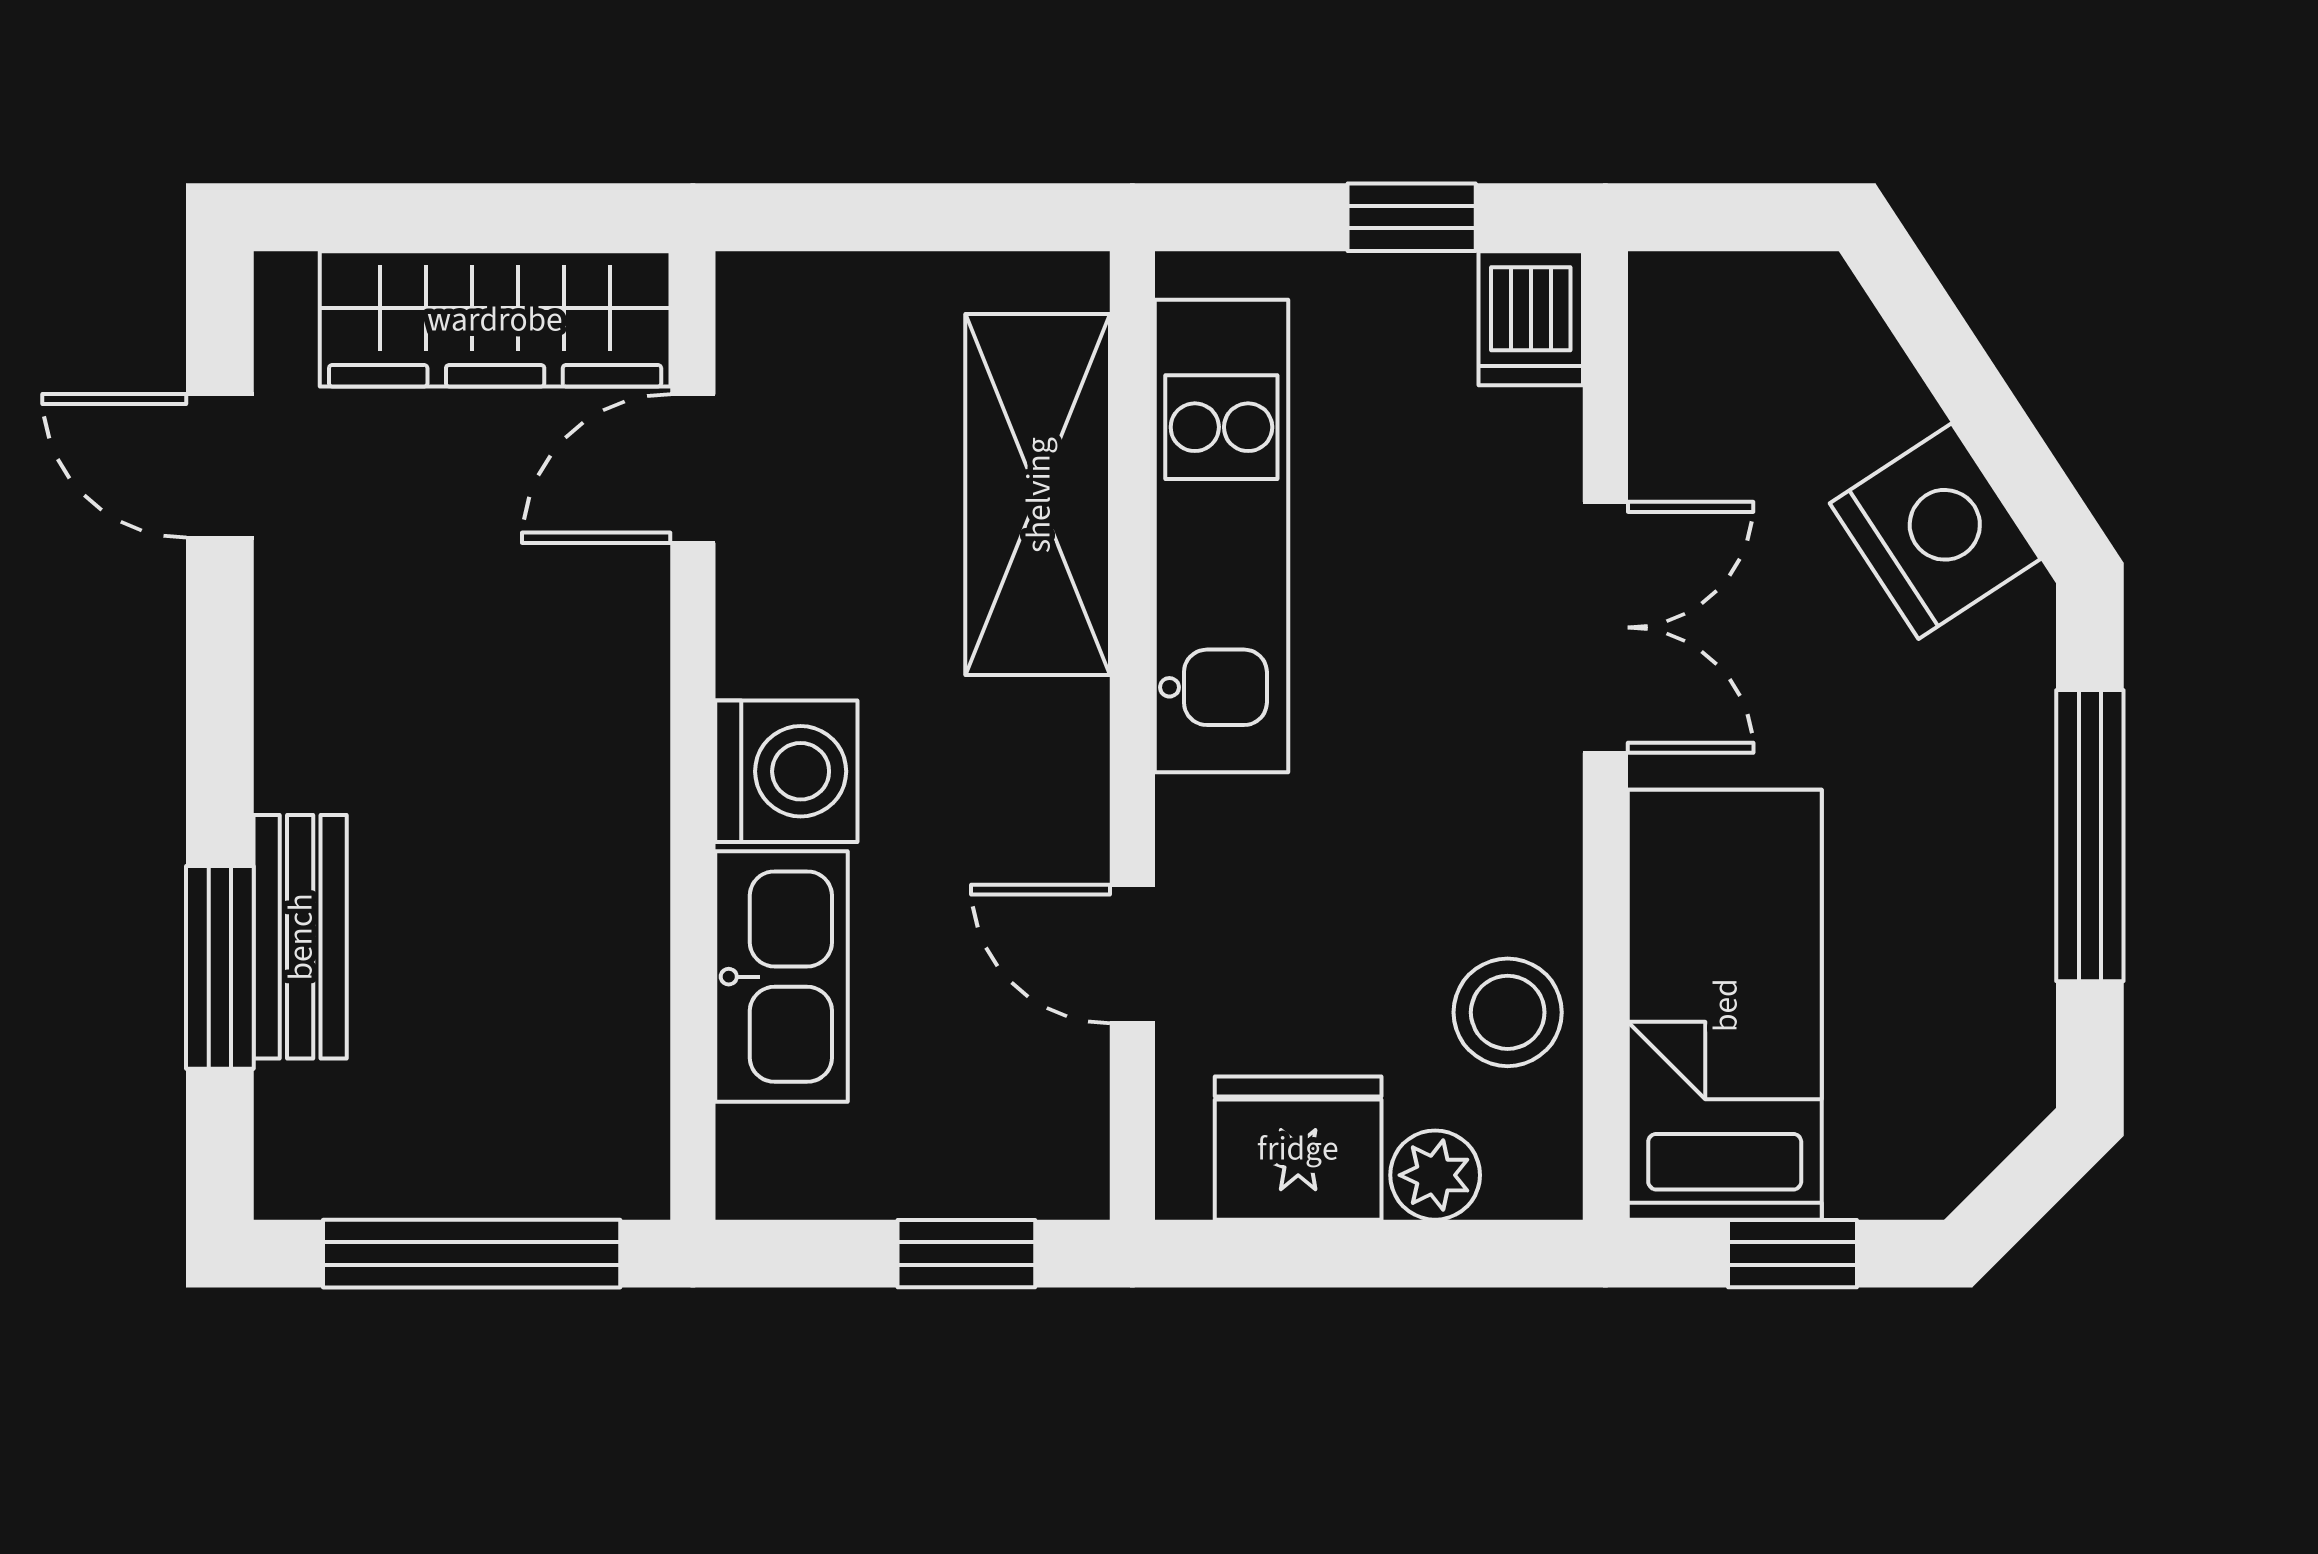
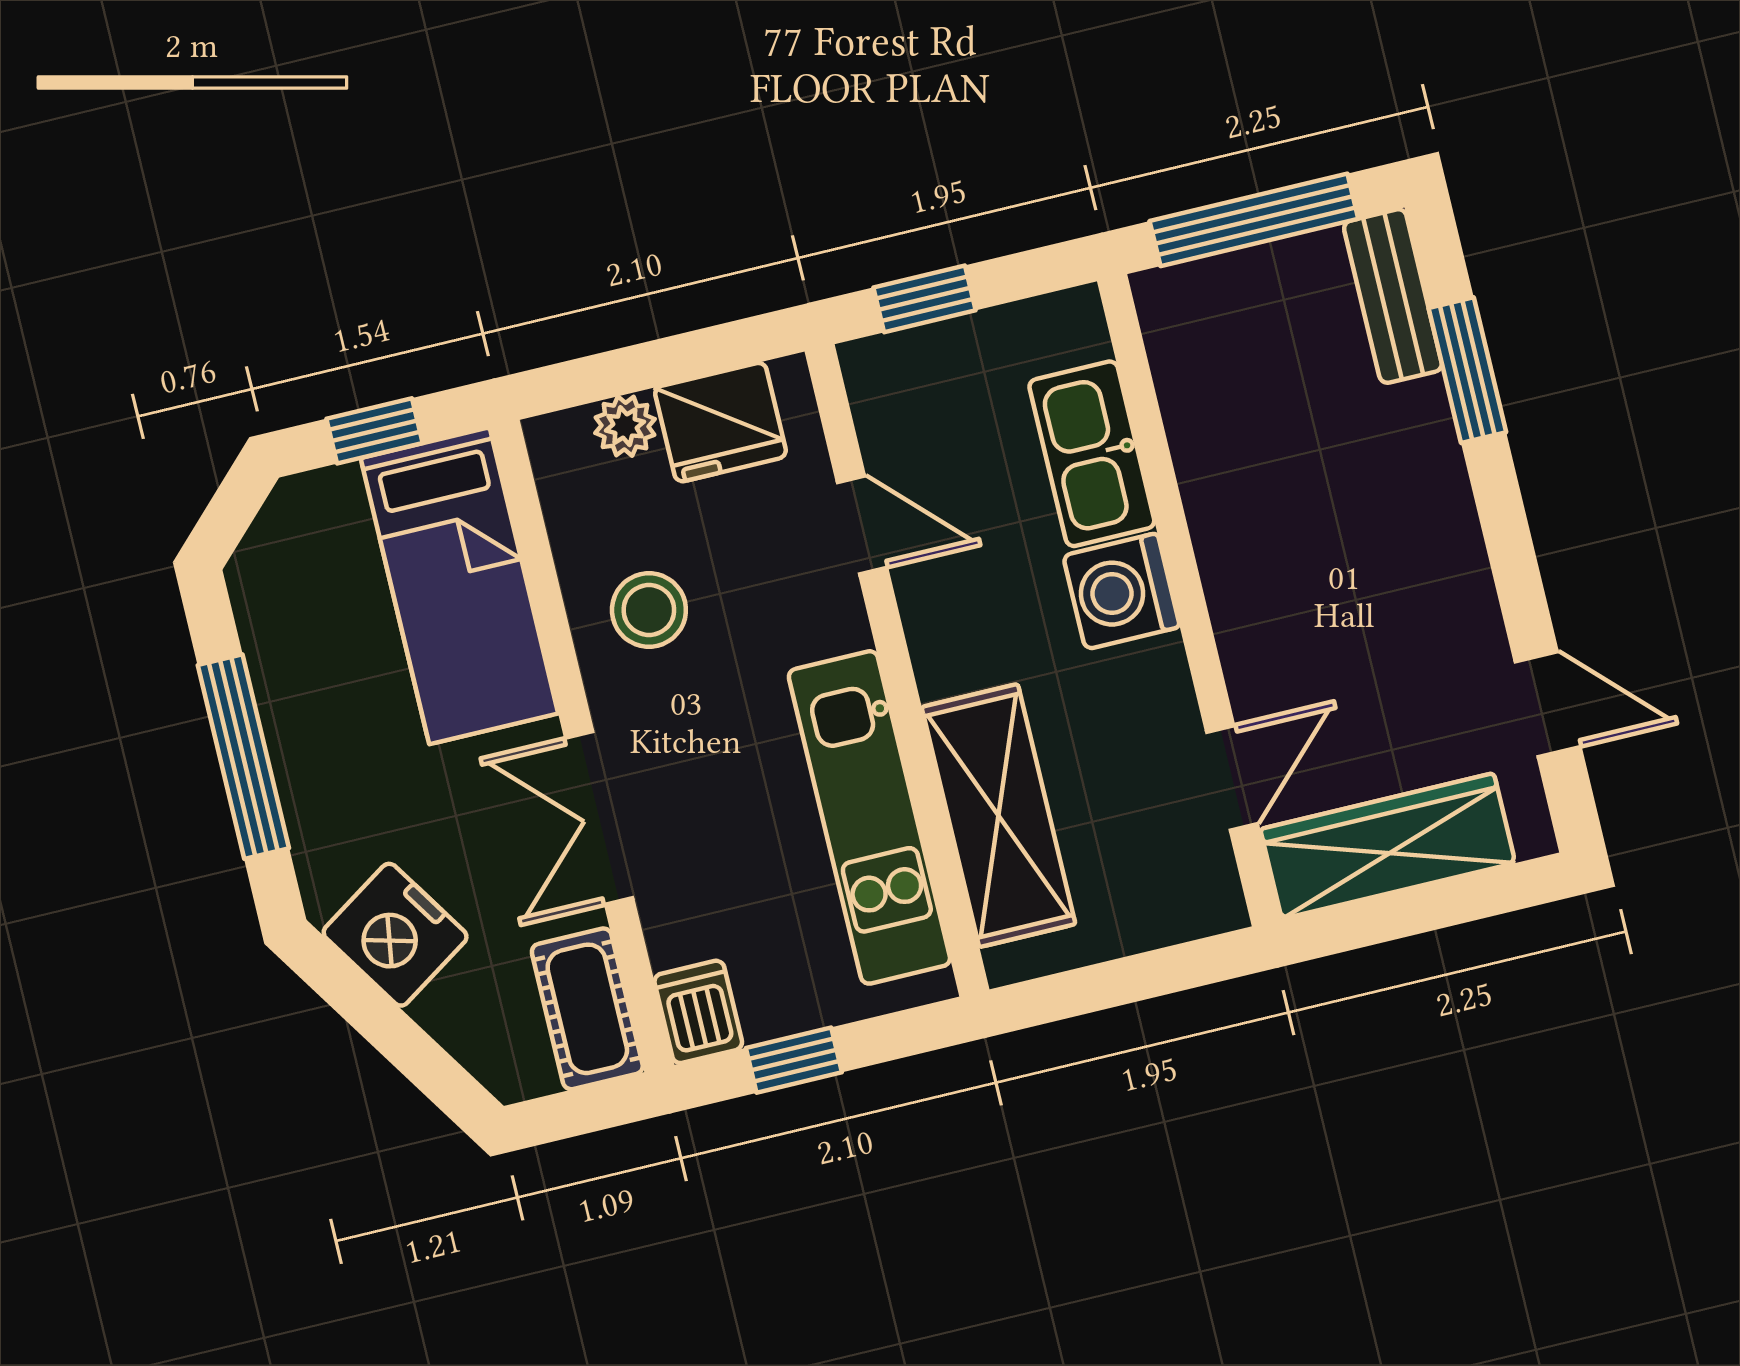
cot: (1687, 360) -> (587, 1009), added
bench: (300, 937) -> (1393, 296), moved
stool: (1508, 1012) -> (649, 610), moved

